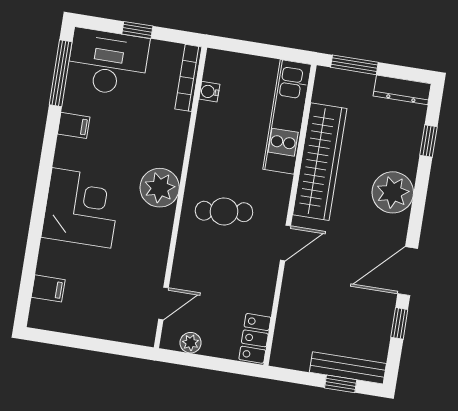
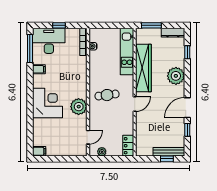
plant: (160, 188) -> (79, 107), moved
filing cabinet: (48, 288) -> (39, 151), moved

